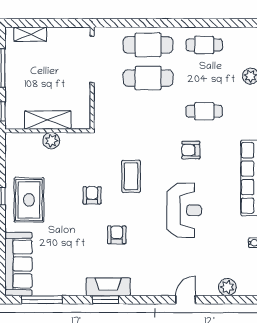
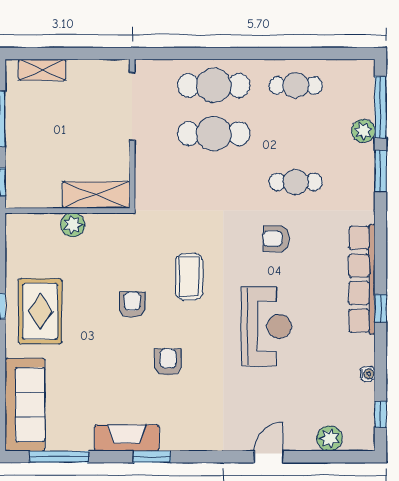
shelving: (48, 120) -> (96, 195), moved
fireplace: (108, 287) -> (127, 438), moved

